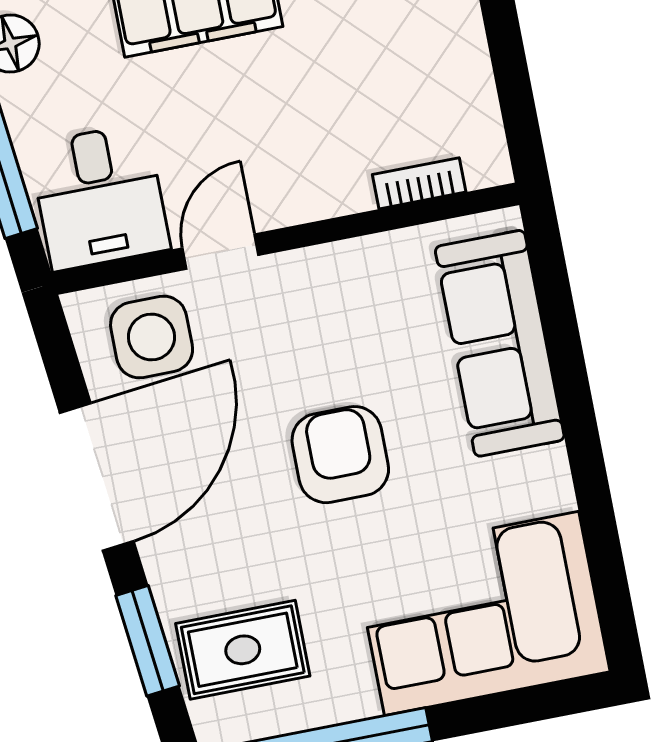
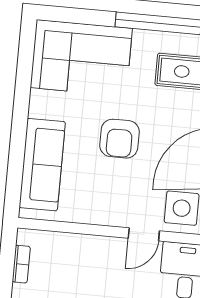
bookcase: (419, 183) -> (21, 264), moved, turned -90

